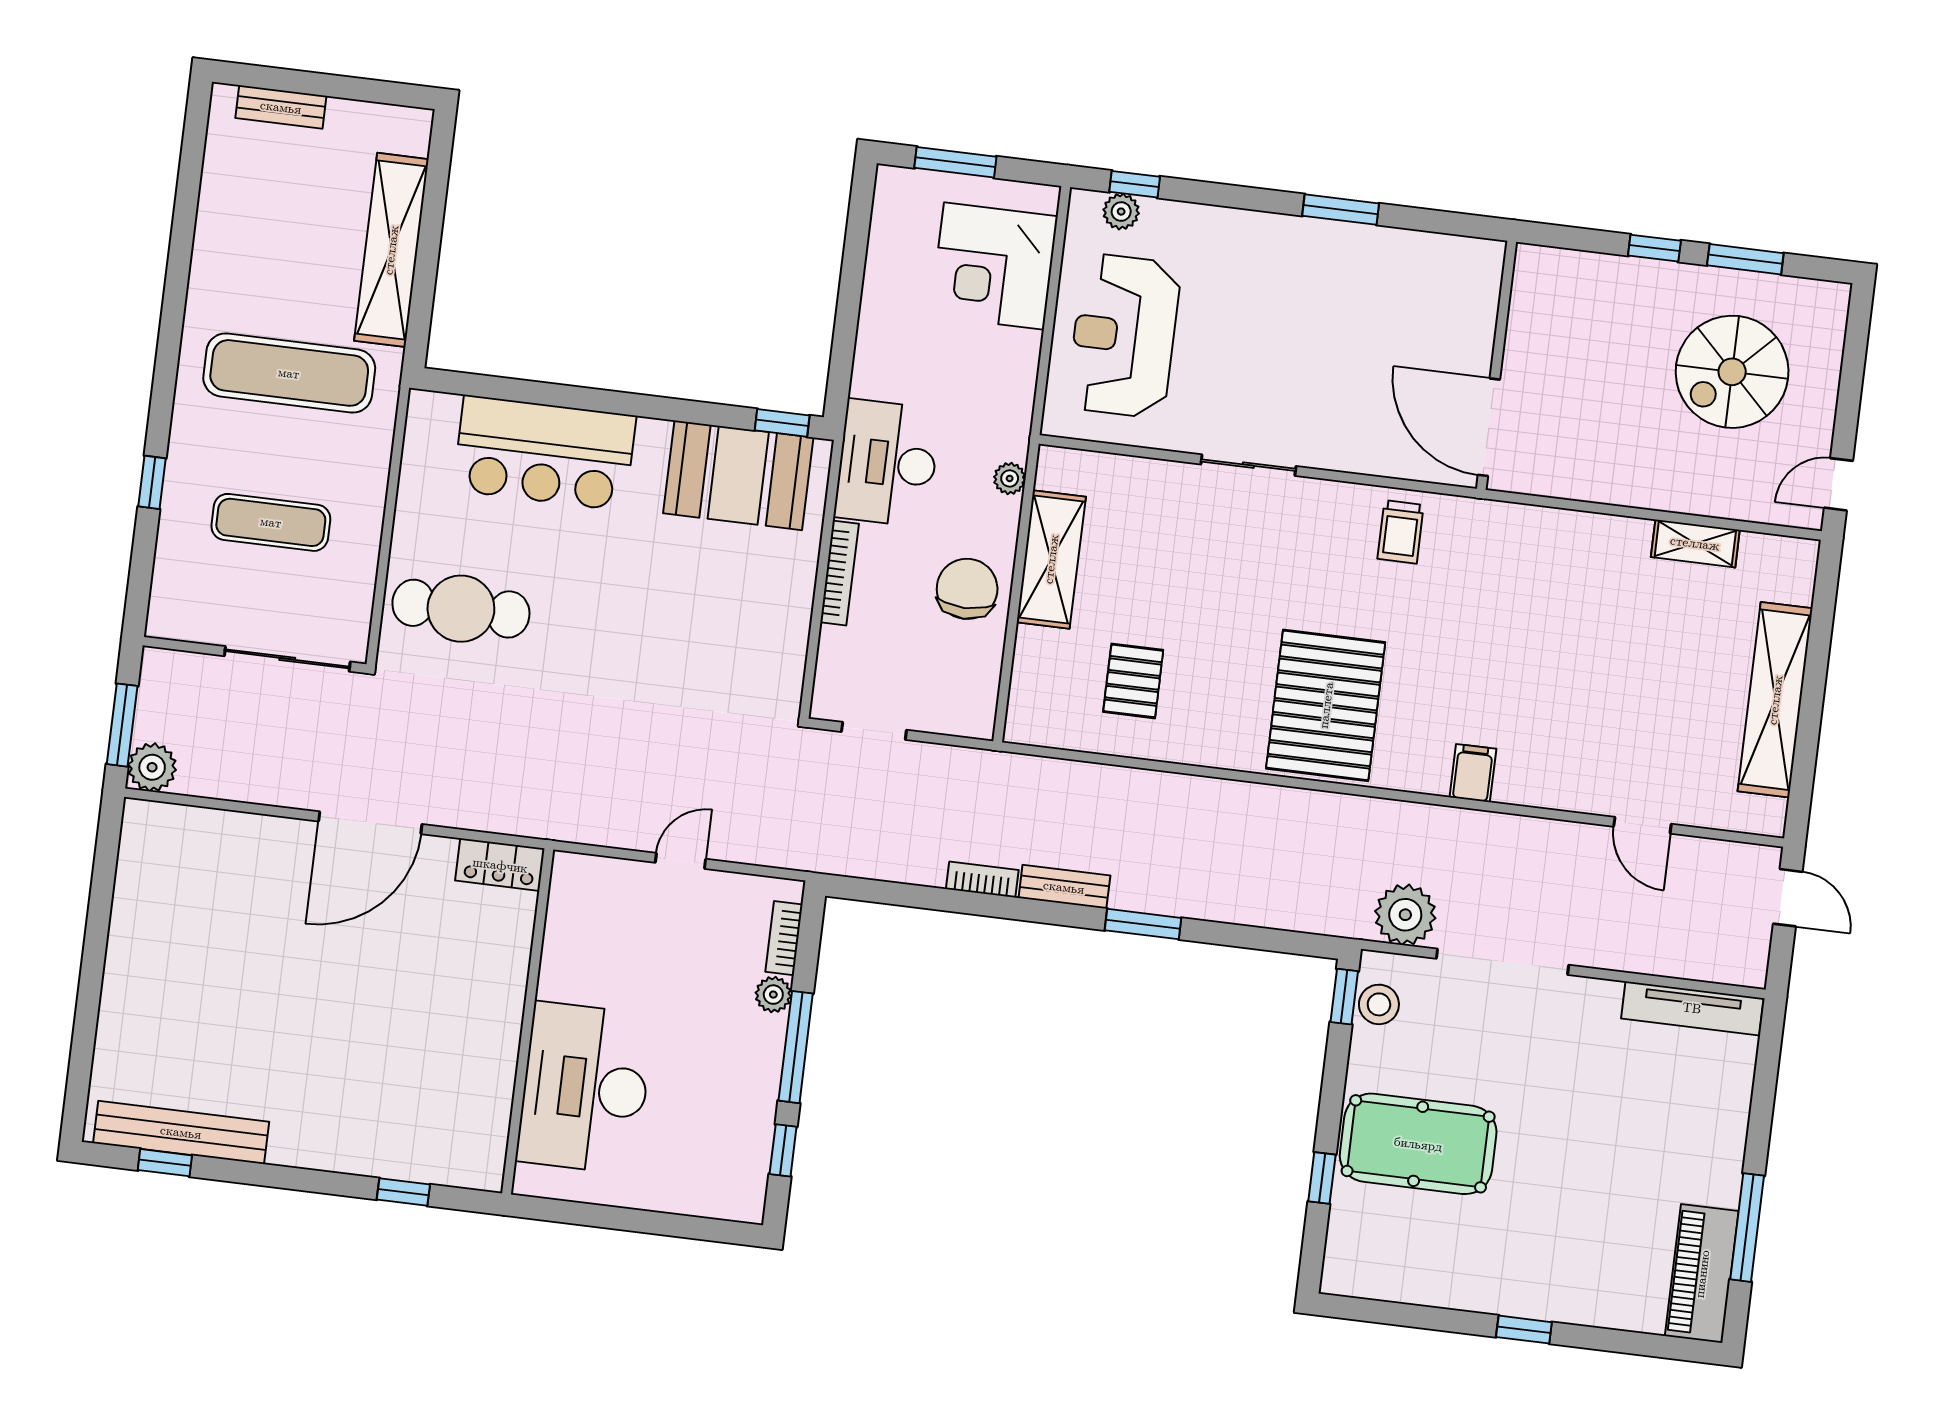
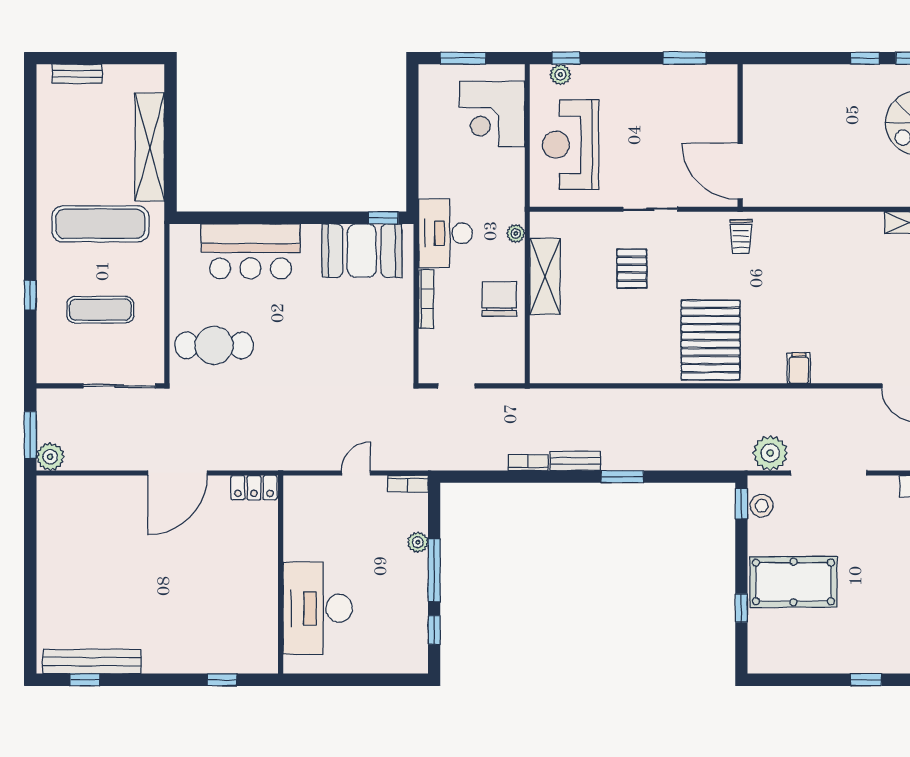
wall: (1496, 365) -> (740, 136), moved
door: (1489, 427) -> (740, 171), moved
pallet: (1133, 681) -> (632, 269), moved
bookcase: (784, 938) -> (408, 484), moved, turned -90

